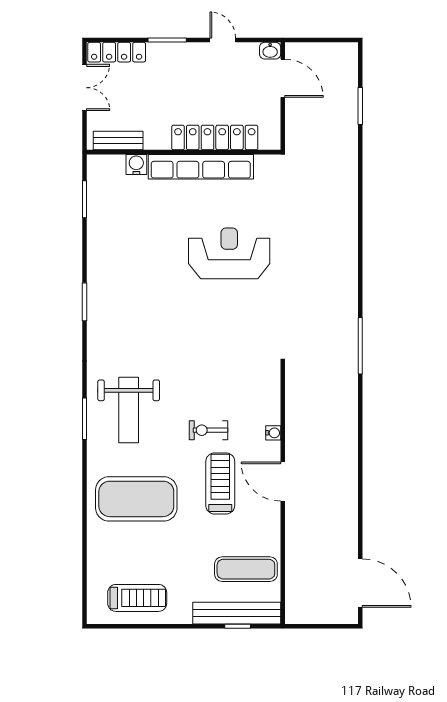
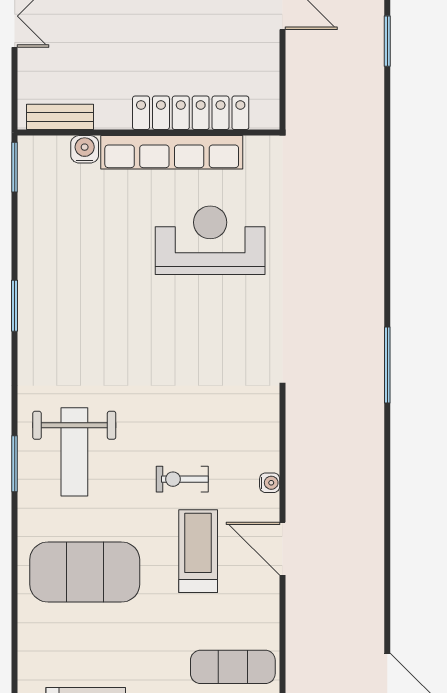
locker: (215, 137) -> (191, 113), moved
bench: (118, 141) -> (60, 117), moved
wall: (184, 152) -> (148, 133), moved
water cooler: (136, 165) -> (85, 149), moved
row of seats: (201, 167) -> (172, 152), moved

